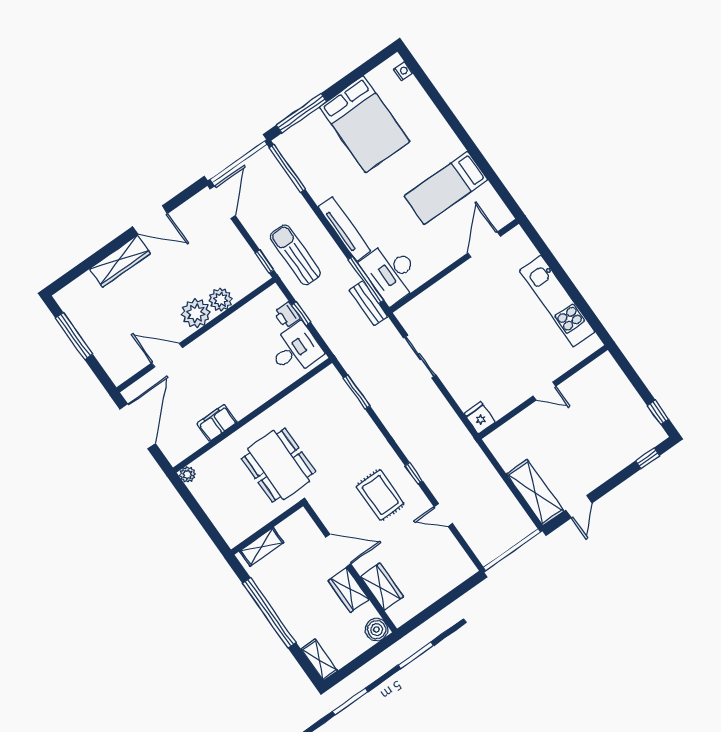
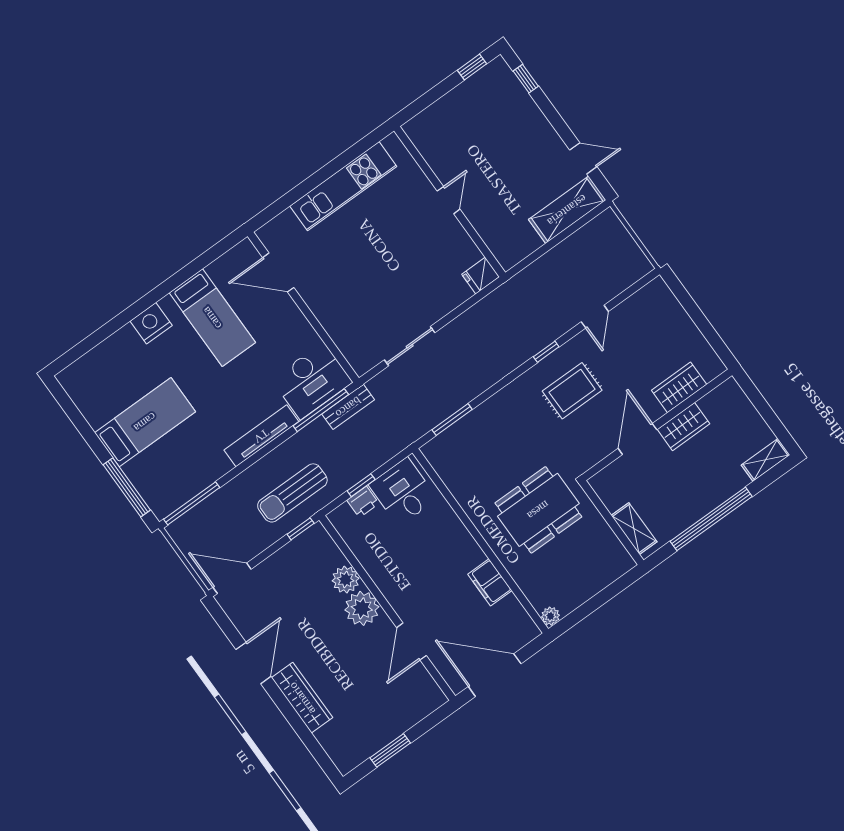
nightstand: (403, 71) -> (151, 323), moved, width x1.89, depth x1.79
bed: (365, 124) -> (145, 422), width x0.67
window: (74, 336) -> (390, 750), width x0.69
boiler: (377, 630) -> (729, 393), removed

